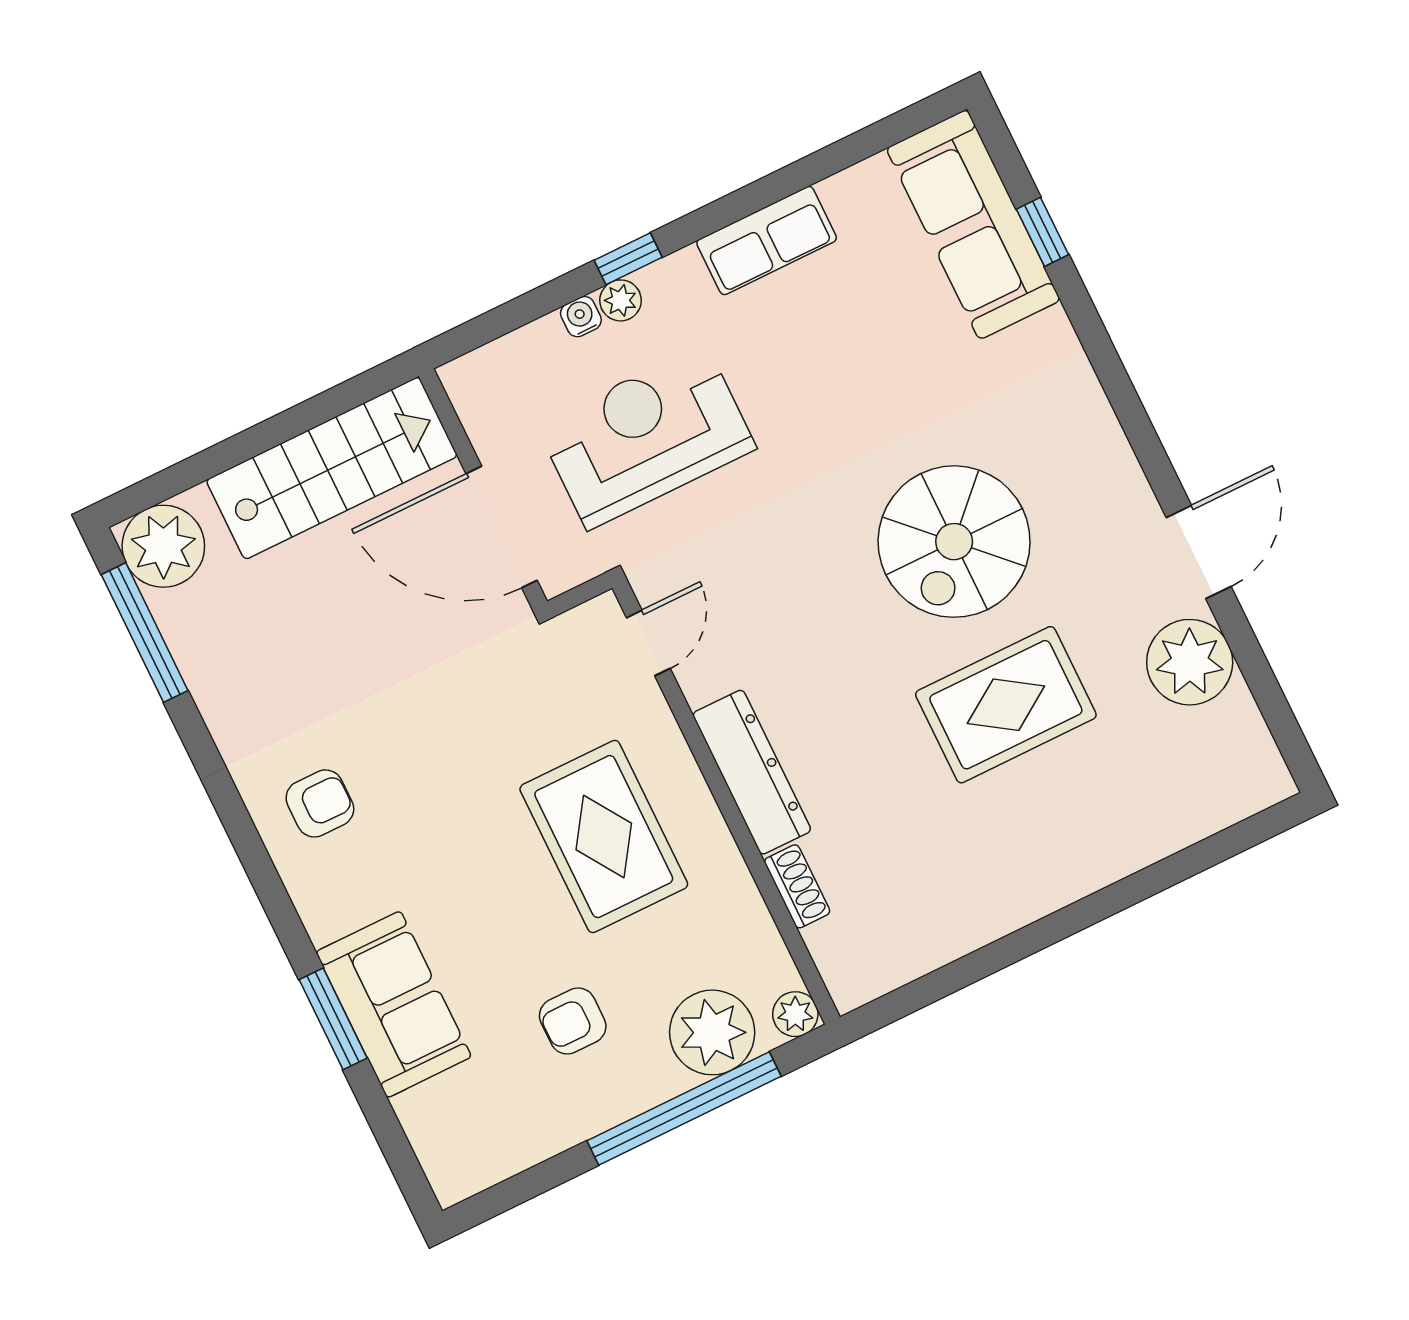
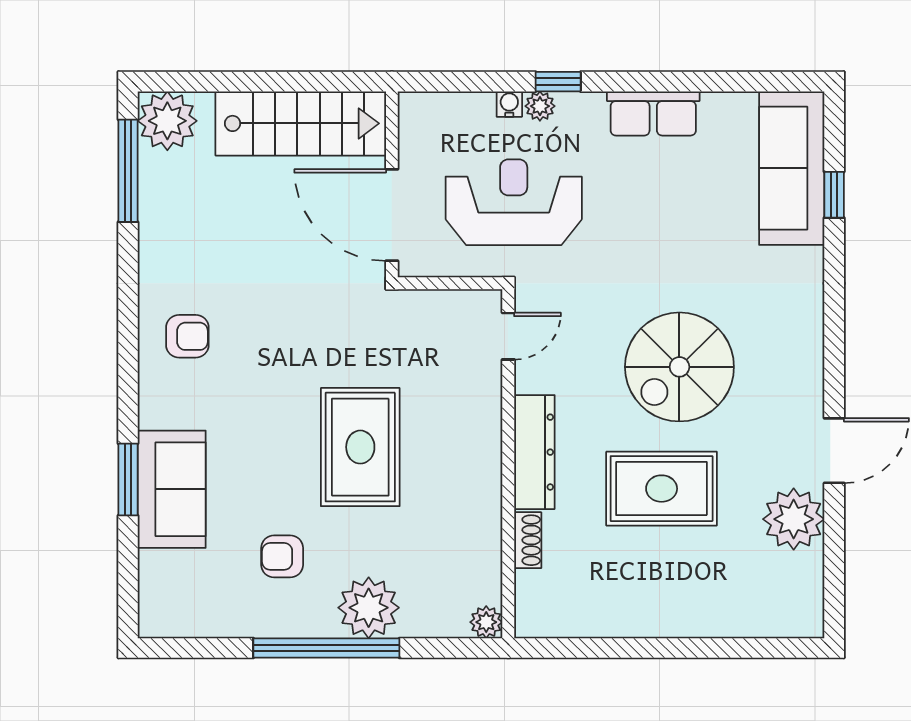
door: (648, 643) -> (508, 336), moved
dresser: (752, 772) -> (534, 452), moved
wall: (726, 803) -> (508, 464), moved
shoe rack: (797, 886) -> (528, 540), moved
plant: (795, 1014) -> (486, 622), moved

